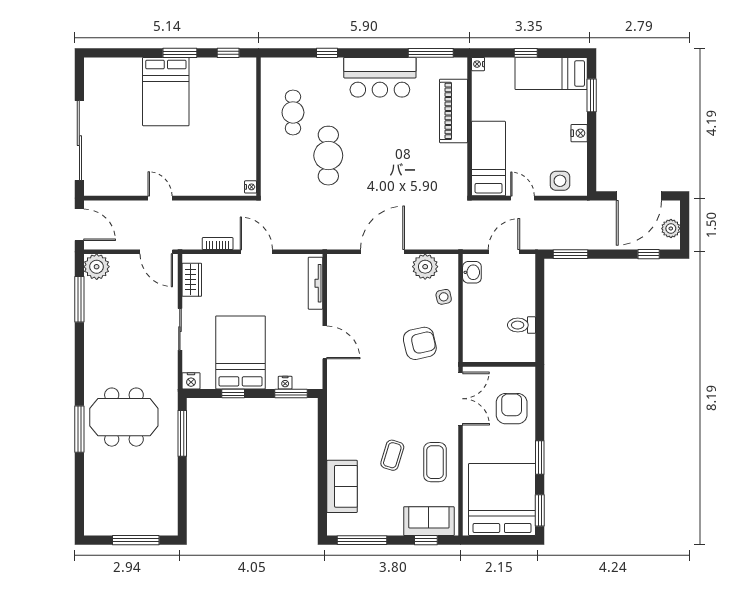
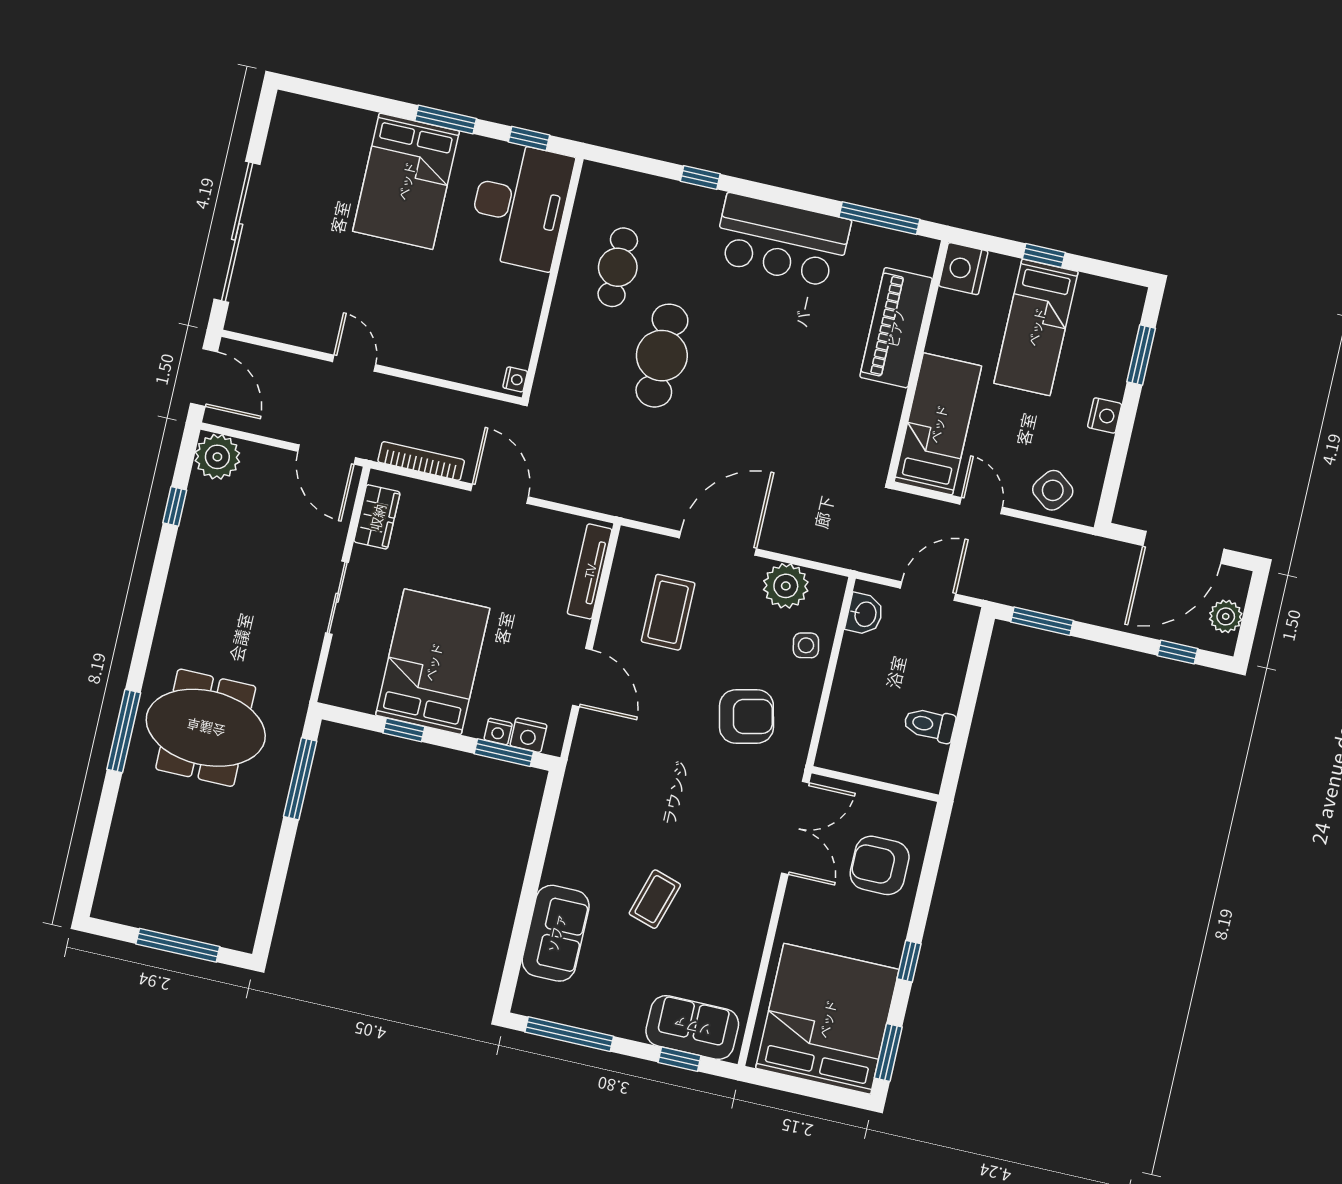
nightstand: (478, 64) -> (963, 269), width x1.89, depth x1.79
bed: (551, 73) -> (1036, 327), moved, turned -90
desk: (231, 91) -> (520, 205), added
side table: (560, 181) -> (1053, 490), turned 37
bookcase: (218, 244) -> (421, 461), width x1.56
window: (79, 299) -> (175, 506), width x0.46
nightstand: (191, 381) -> (528, 735), moved
armchair: (512, 409) -> (880, 865), turned -90
window: (540, 458) -> (909, 961), width x0.67
coffee table: (435, 462) -> (668, 612), moved

